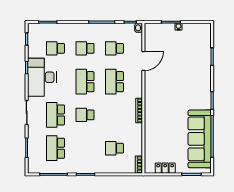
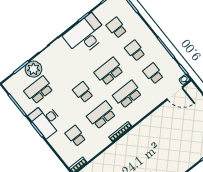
door: (143, 61) -> (175, 93), moved
school desk: (55, 115) -> (101, 115), moved
plant: (36, 139) -> (33, 69), added
desk: (84, 161) -> (46, 120), added

